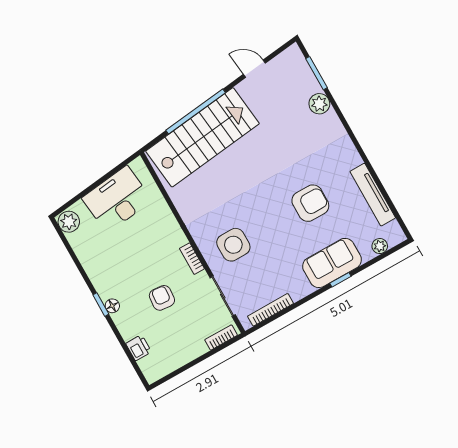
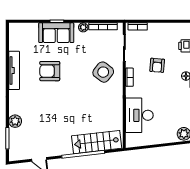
stairs: (202, 137) -> (97, 142), width x0.73, depth x0.66
tv unit: (373, 195) -> (14, 70), moved
desk: (117, 199) -> (139, 115), moved, turned 97
side table: (233, 245) -> (103, 72), turned 38
plant: (380, 246) -> (83, 27), moved

